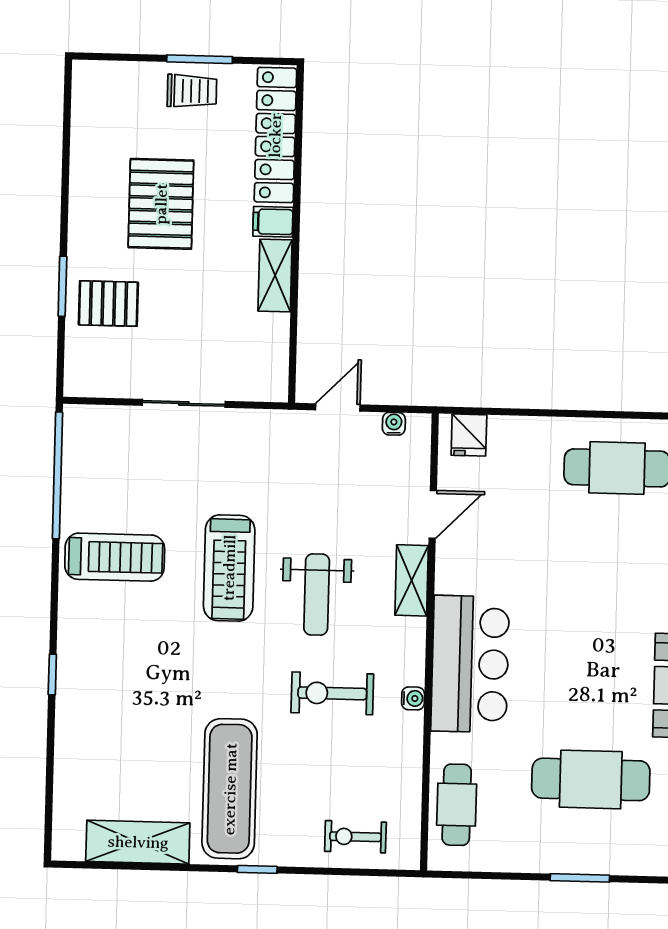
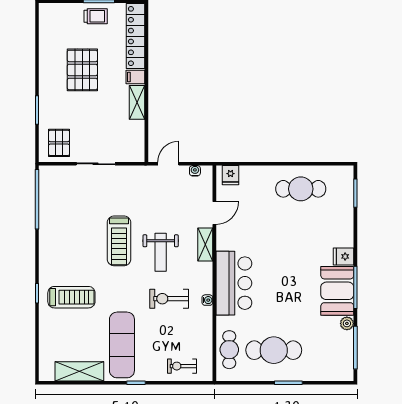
pallet: (108, 304) -> (59, 143), moved, turned 90
treadmill: (115, 557) -> (71, 297), moved
cafe table: (591, 779) -> (274, 350), moved

